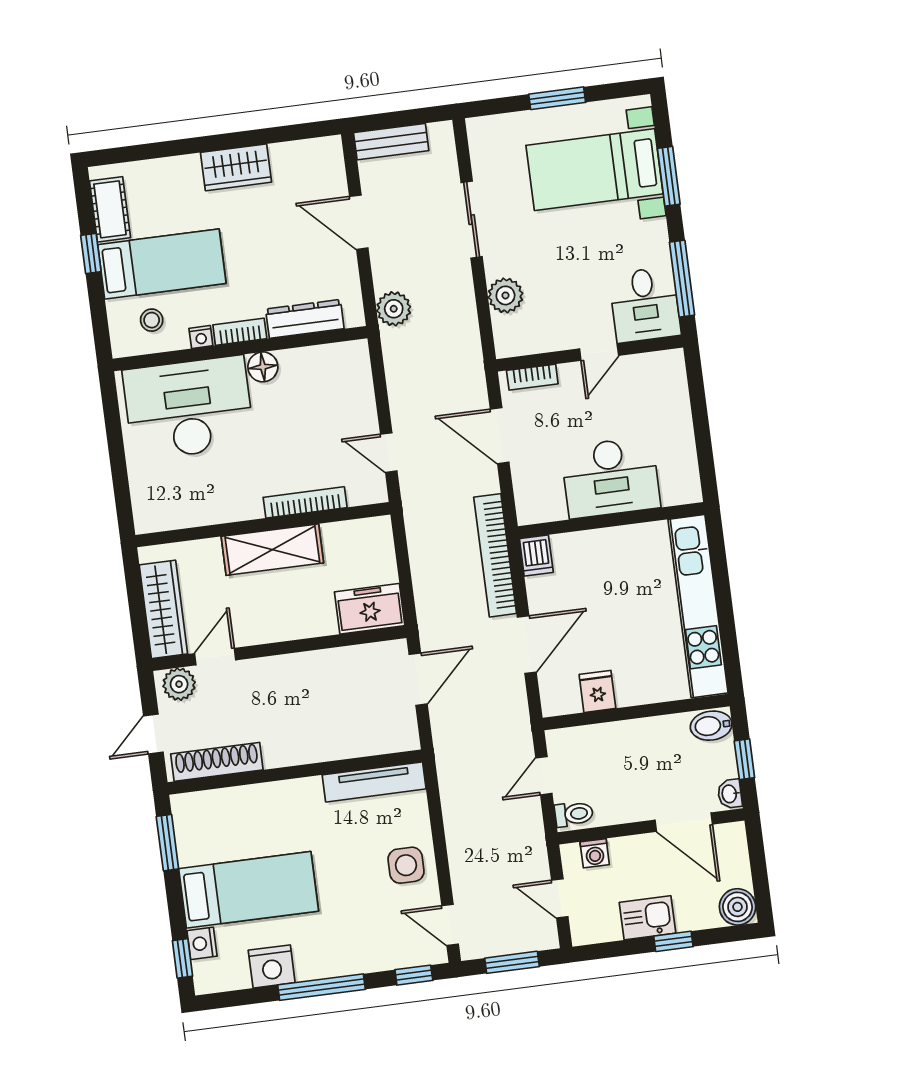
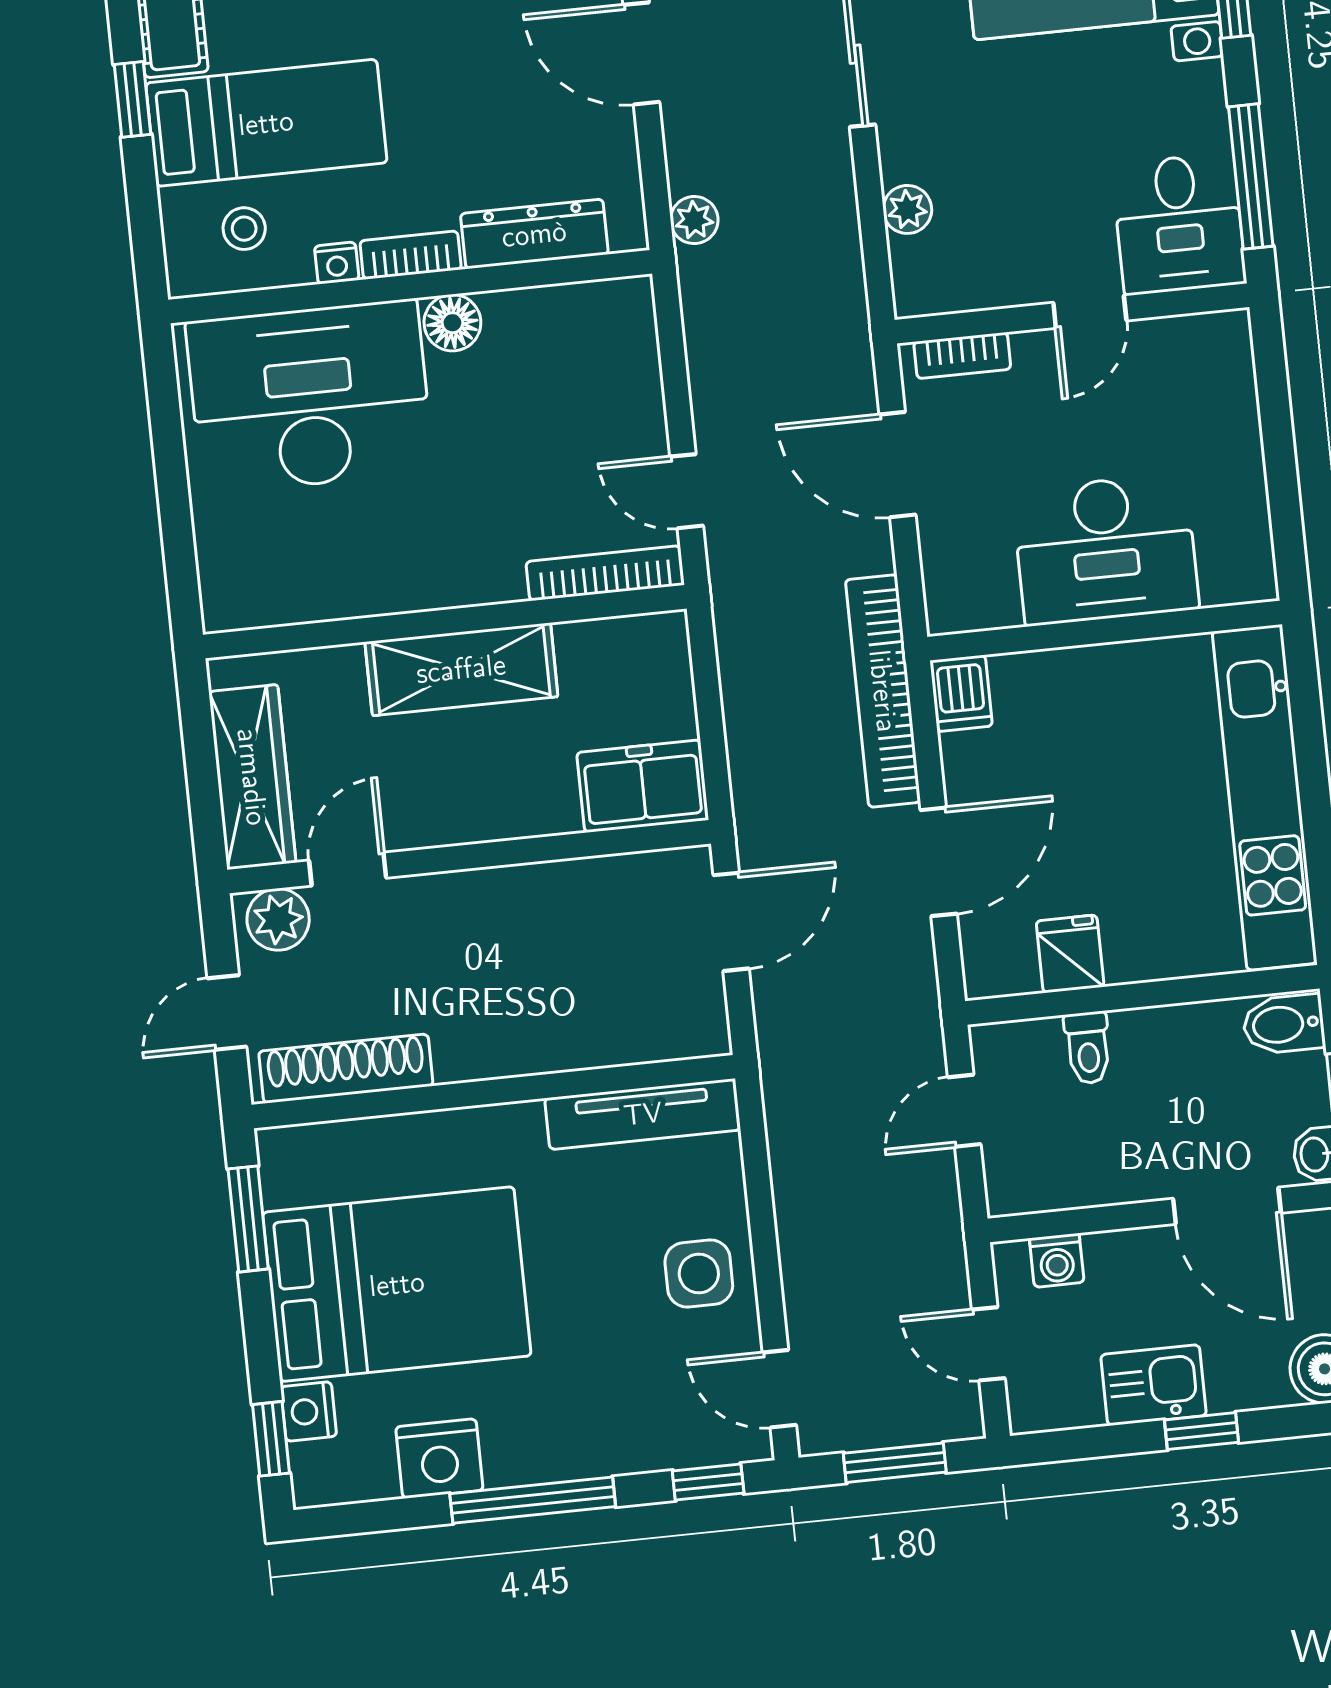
plant: (505, 295) -> (907, 209), width x0.73, depth x0.73
plant: (394, 309) -> (694, 220), width x0.73, depth x0.73
bookcase: (305, 502) -> (605, 573), moved
toilet: (574, 814) -> (1088, 1048), moved, turned 90
bed: (249, 890) -> (397, 1284), width x1.50

